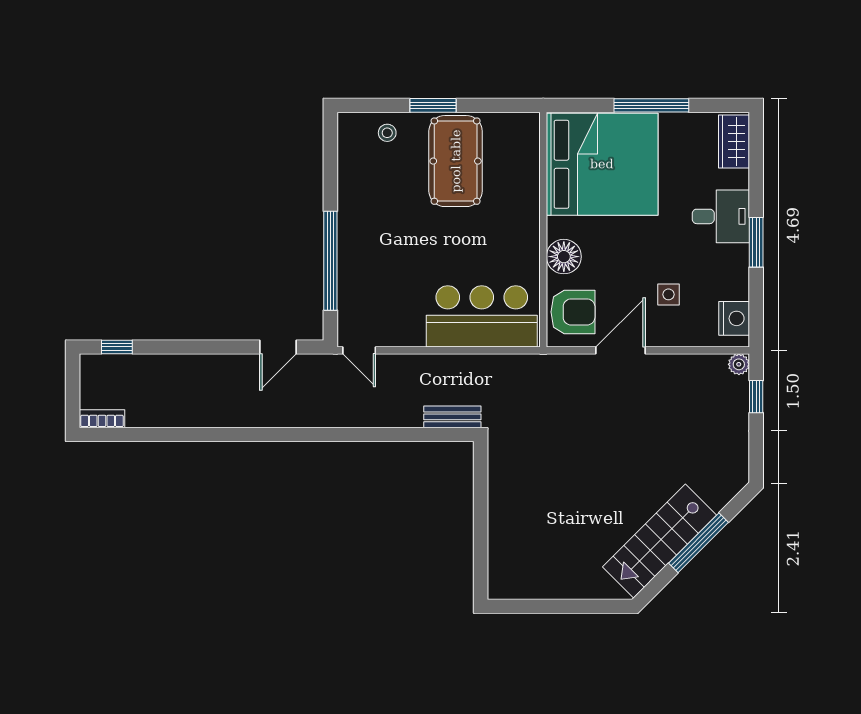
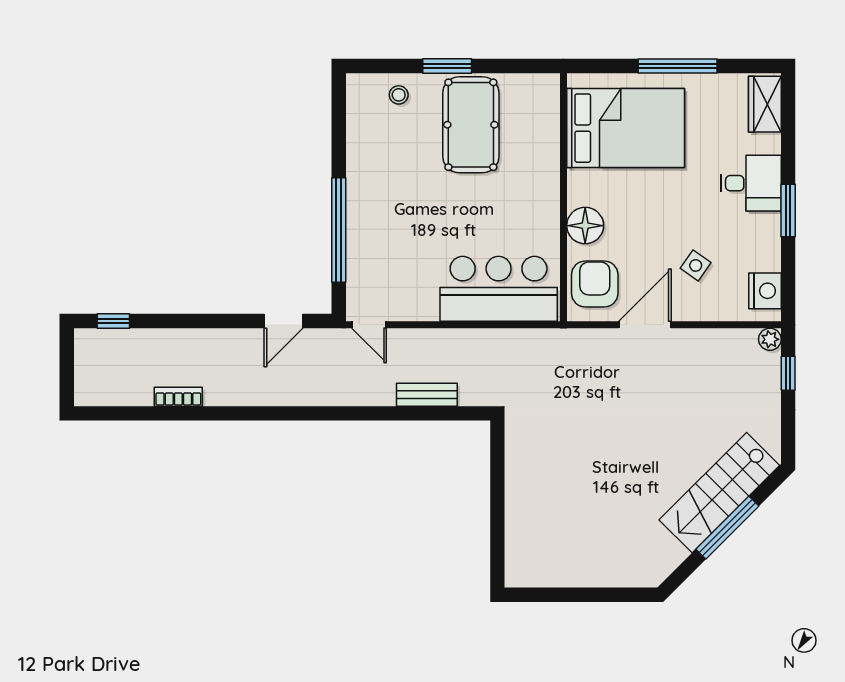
bed: (602, 164) -> (626, 128), width x0.73
side table: (668, 294) -> (696, 265), turned 35
armchair: (573, 312) -> (595, 284), turned -90
bench: (452, 417) -> (427, 395), moved
bookcase: (102, 419) -> (178, 397), moved
stairs: (659, 541) -> (719, 493), moved

